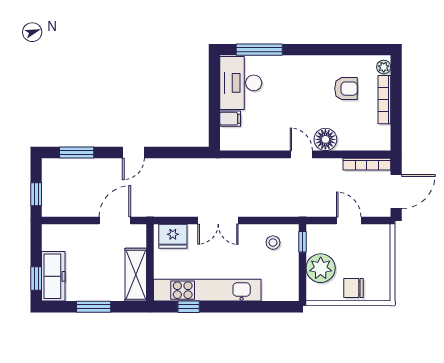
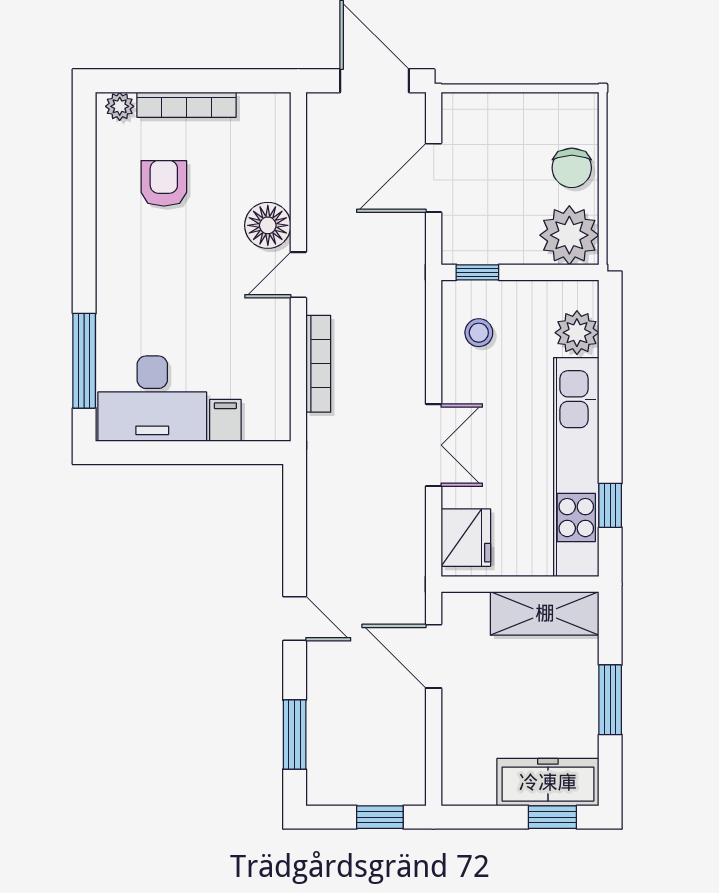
bookcase: (367, 164) -> (318, 364), moved
door: (349, 220) -> (434, 178), width x1.38
plant: (321, 268) -> (569, 235), moved
plant: (273, 291) -> (577, 333), added

